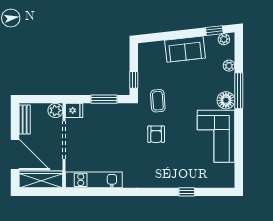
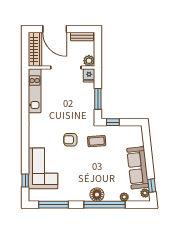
sofa: (185, 49) -> (138, 168), width x1.36
window: (239, 91) -> (104, 205), width x1.46
corner sofa: (216, 136) -> (43, 168), moved, turned 90
door: (15, 154) -> (55, 29), hinge flipped
window: (239, 156) -> (53, 205), added
window: (187, 192) -> (25, 181), moved

